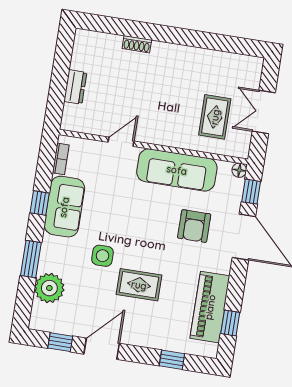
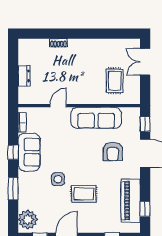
double door: (264, 112) -> (145, 62), moved
floor lamp: (239, 170) -> (135, 112), removed
plant: (49, 288) -> (28, 220), moved

